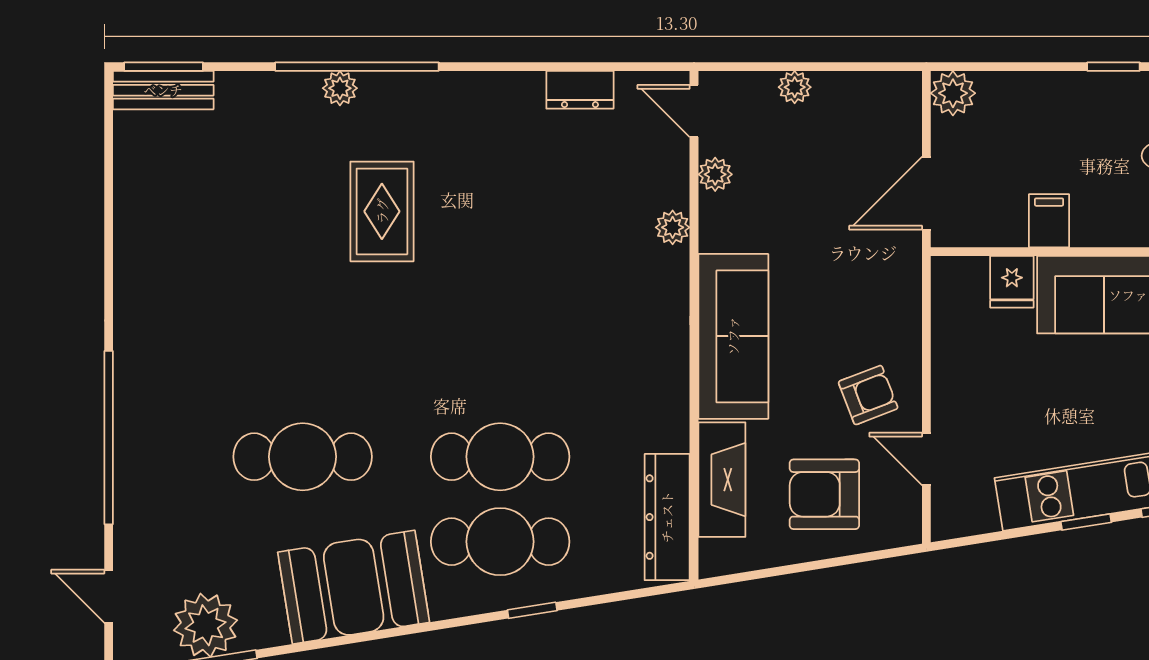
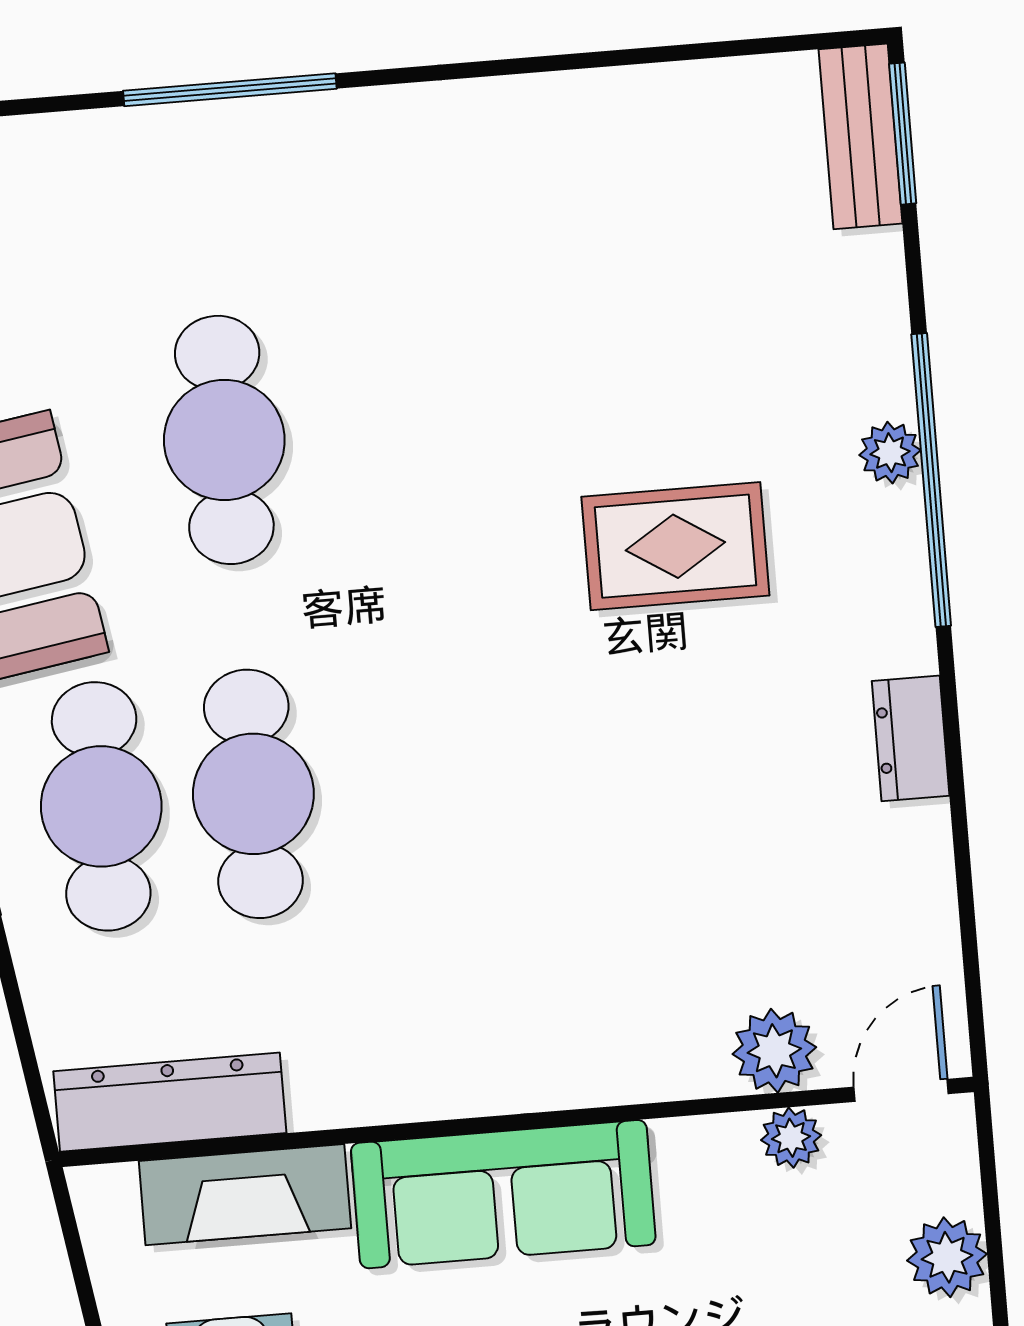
plant: (795, 87) -> (947, 1257), width x1.38, depth x1.38
dresser: (580, 90) -> (911, 738), moved
plant: (673, 227) -> (774, 1051), moved, width x1.38, depth x1.38
window: (109, 438) -> (230, 90), width x0.68

